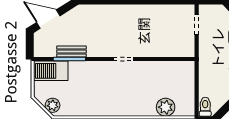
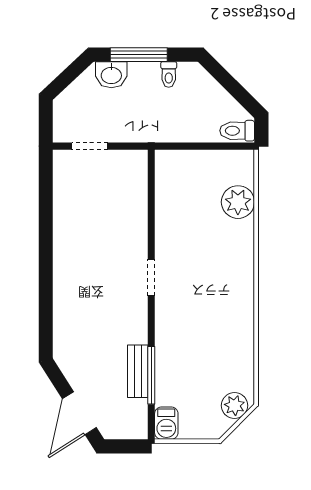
barbecue: (51, 71) -> (166, 423), width x0.53, depth x0.65

